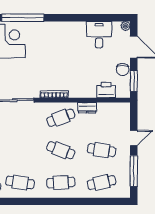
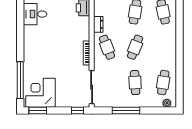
cafe table: (61, 183) -> (135, 83), moved

